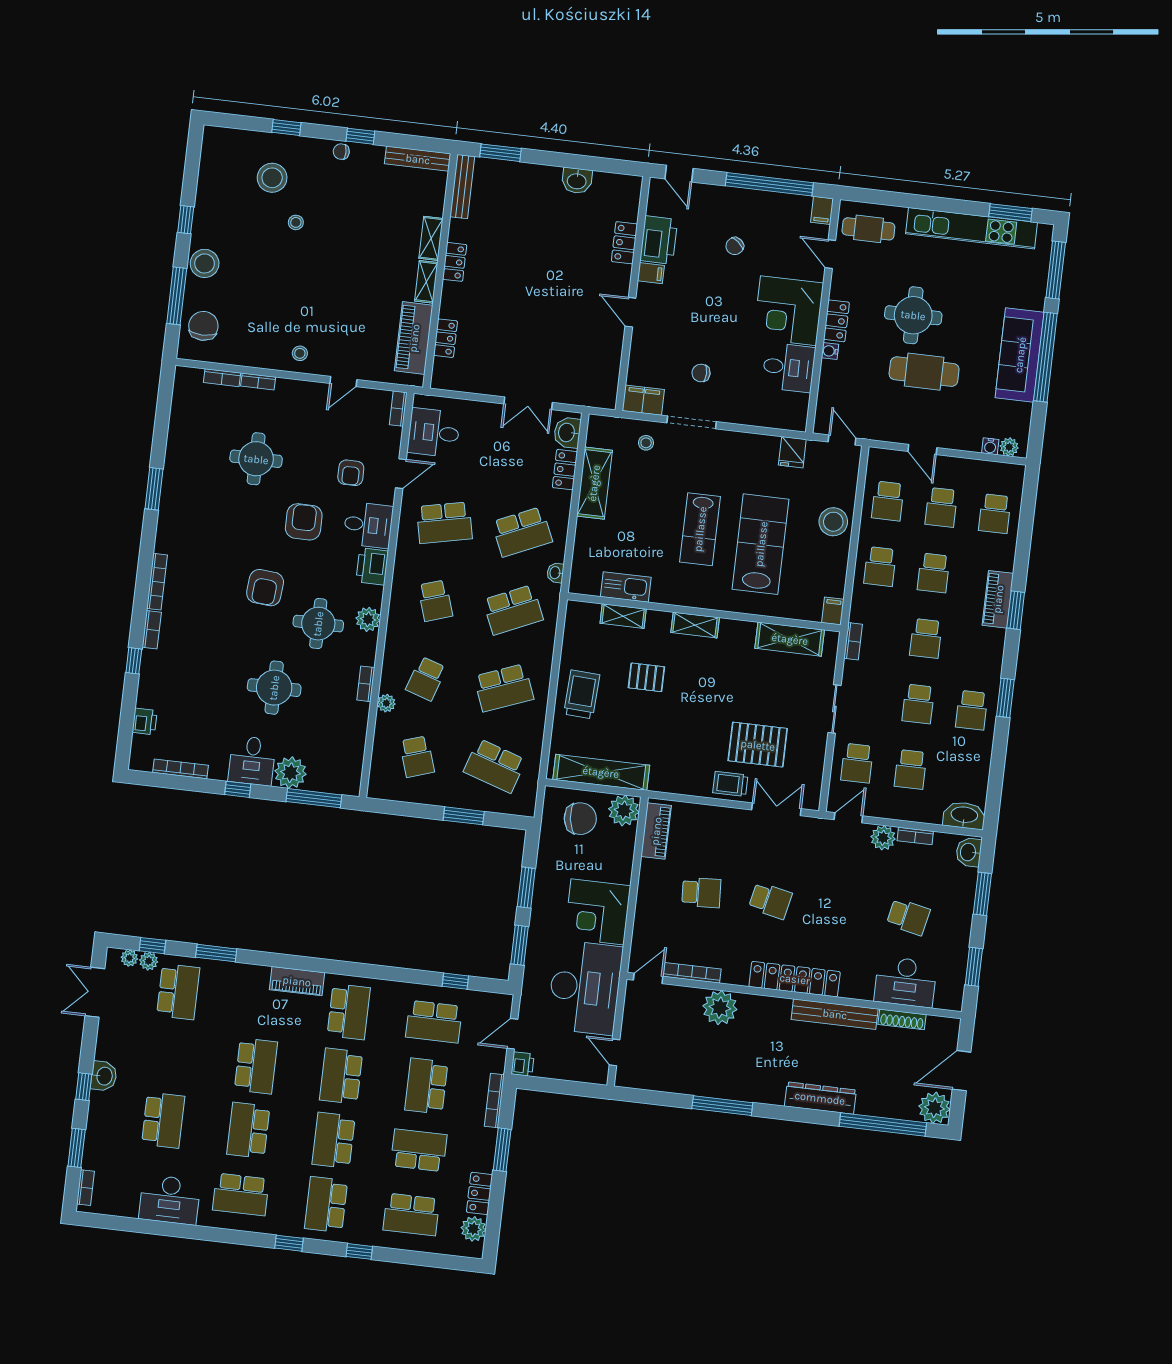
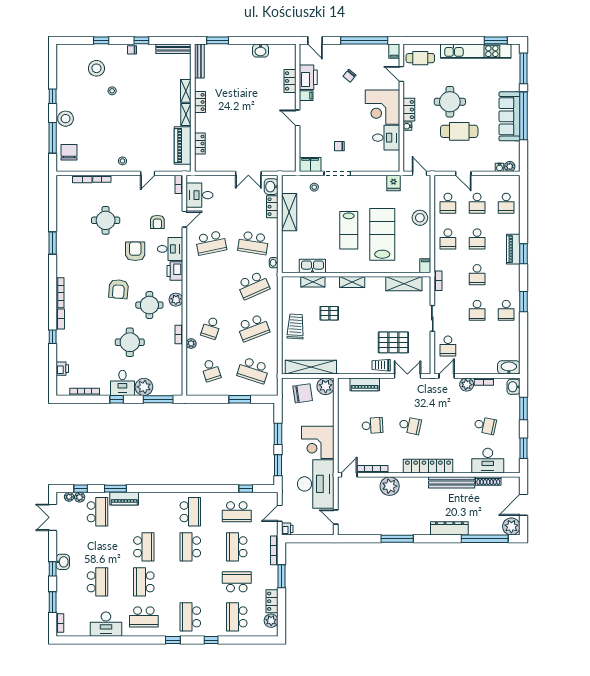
school desk: (522, 532) -> (253, 243), turned 33
school desk: (435, 601) -> (211, 285), removed
school desk: (910, 769) -> (477, 346), removed
piano: (656, 831) -> (365, 384), moved, turned 90
piano: (297, 981) -> (124, 499), moved
school desk: (334, 1140) -> (190, 582), removed
school desk: (411, 1215) -> (237, 617), turned 90

